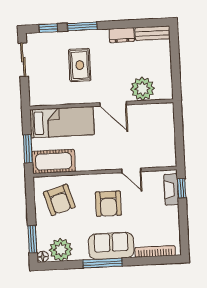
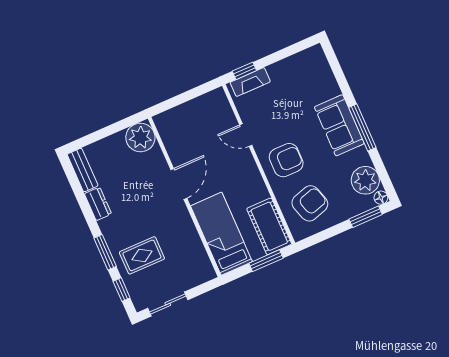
rug: (80, 65) -> (142, 255), moved
plant: (142, 89) -> (140, 137), moved
door: (131, 170) -> (246, 135), swing flipped
armchair: (108, 204) -> (286, 160), moved
bookcase: (155, 251) -> (327, 73), removed

